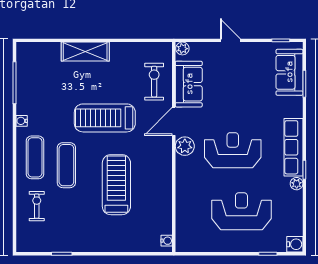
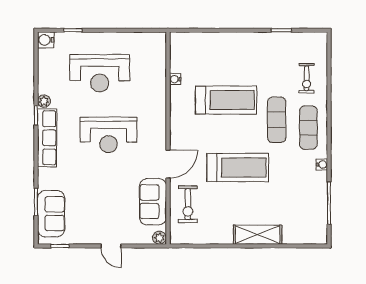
plant: (185, 146) -> (157, 139), removed
treadmill: (116, 185) -> (226, 100), turned -90
water cooler: (167, 241) -> (175, 79), moved

